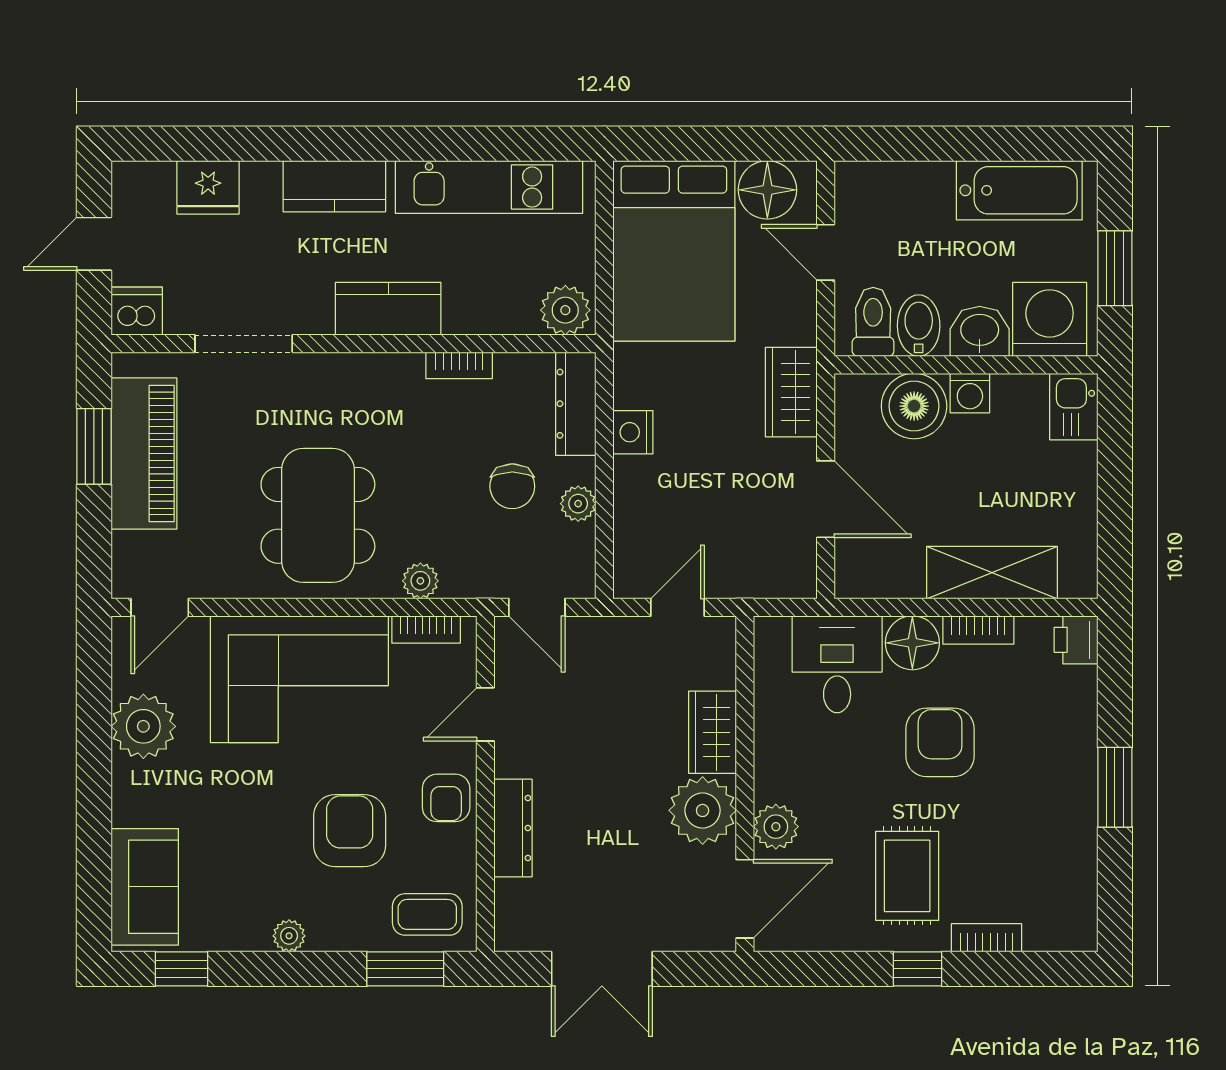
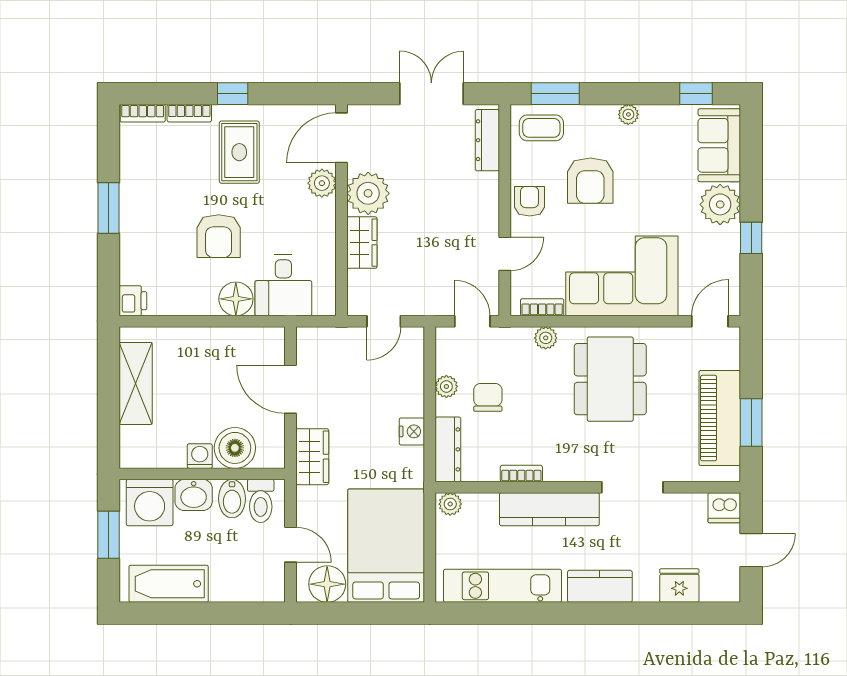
kitchen counter: (388, 309) -> (549, 509), width x1.50
plant: (565, 310) -> (450, 504), width x0.73, depth x0.73
doorway: (244, 344) -> (632, 487), moved
kitchen sink: (1074, 407) -> (134, 448), removed
shelving: (992, 573) -> (136, 383), moved, turned 90
bookcase: (978, 630) -> (143, 113), moved, turned 180
plant: (143, 726) -> (720, 204), moved
window: (94, 740) -> (751, 238), added
dresser: (513, 828) -> (487, 140), moved

